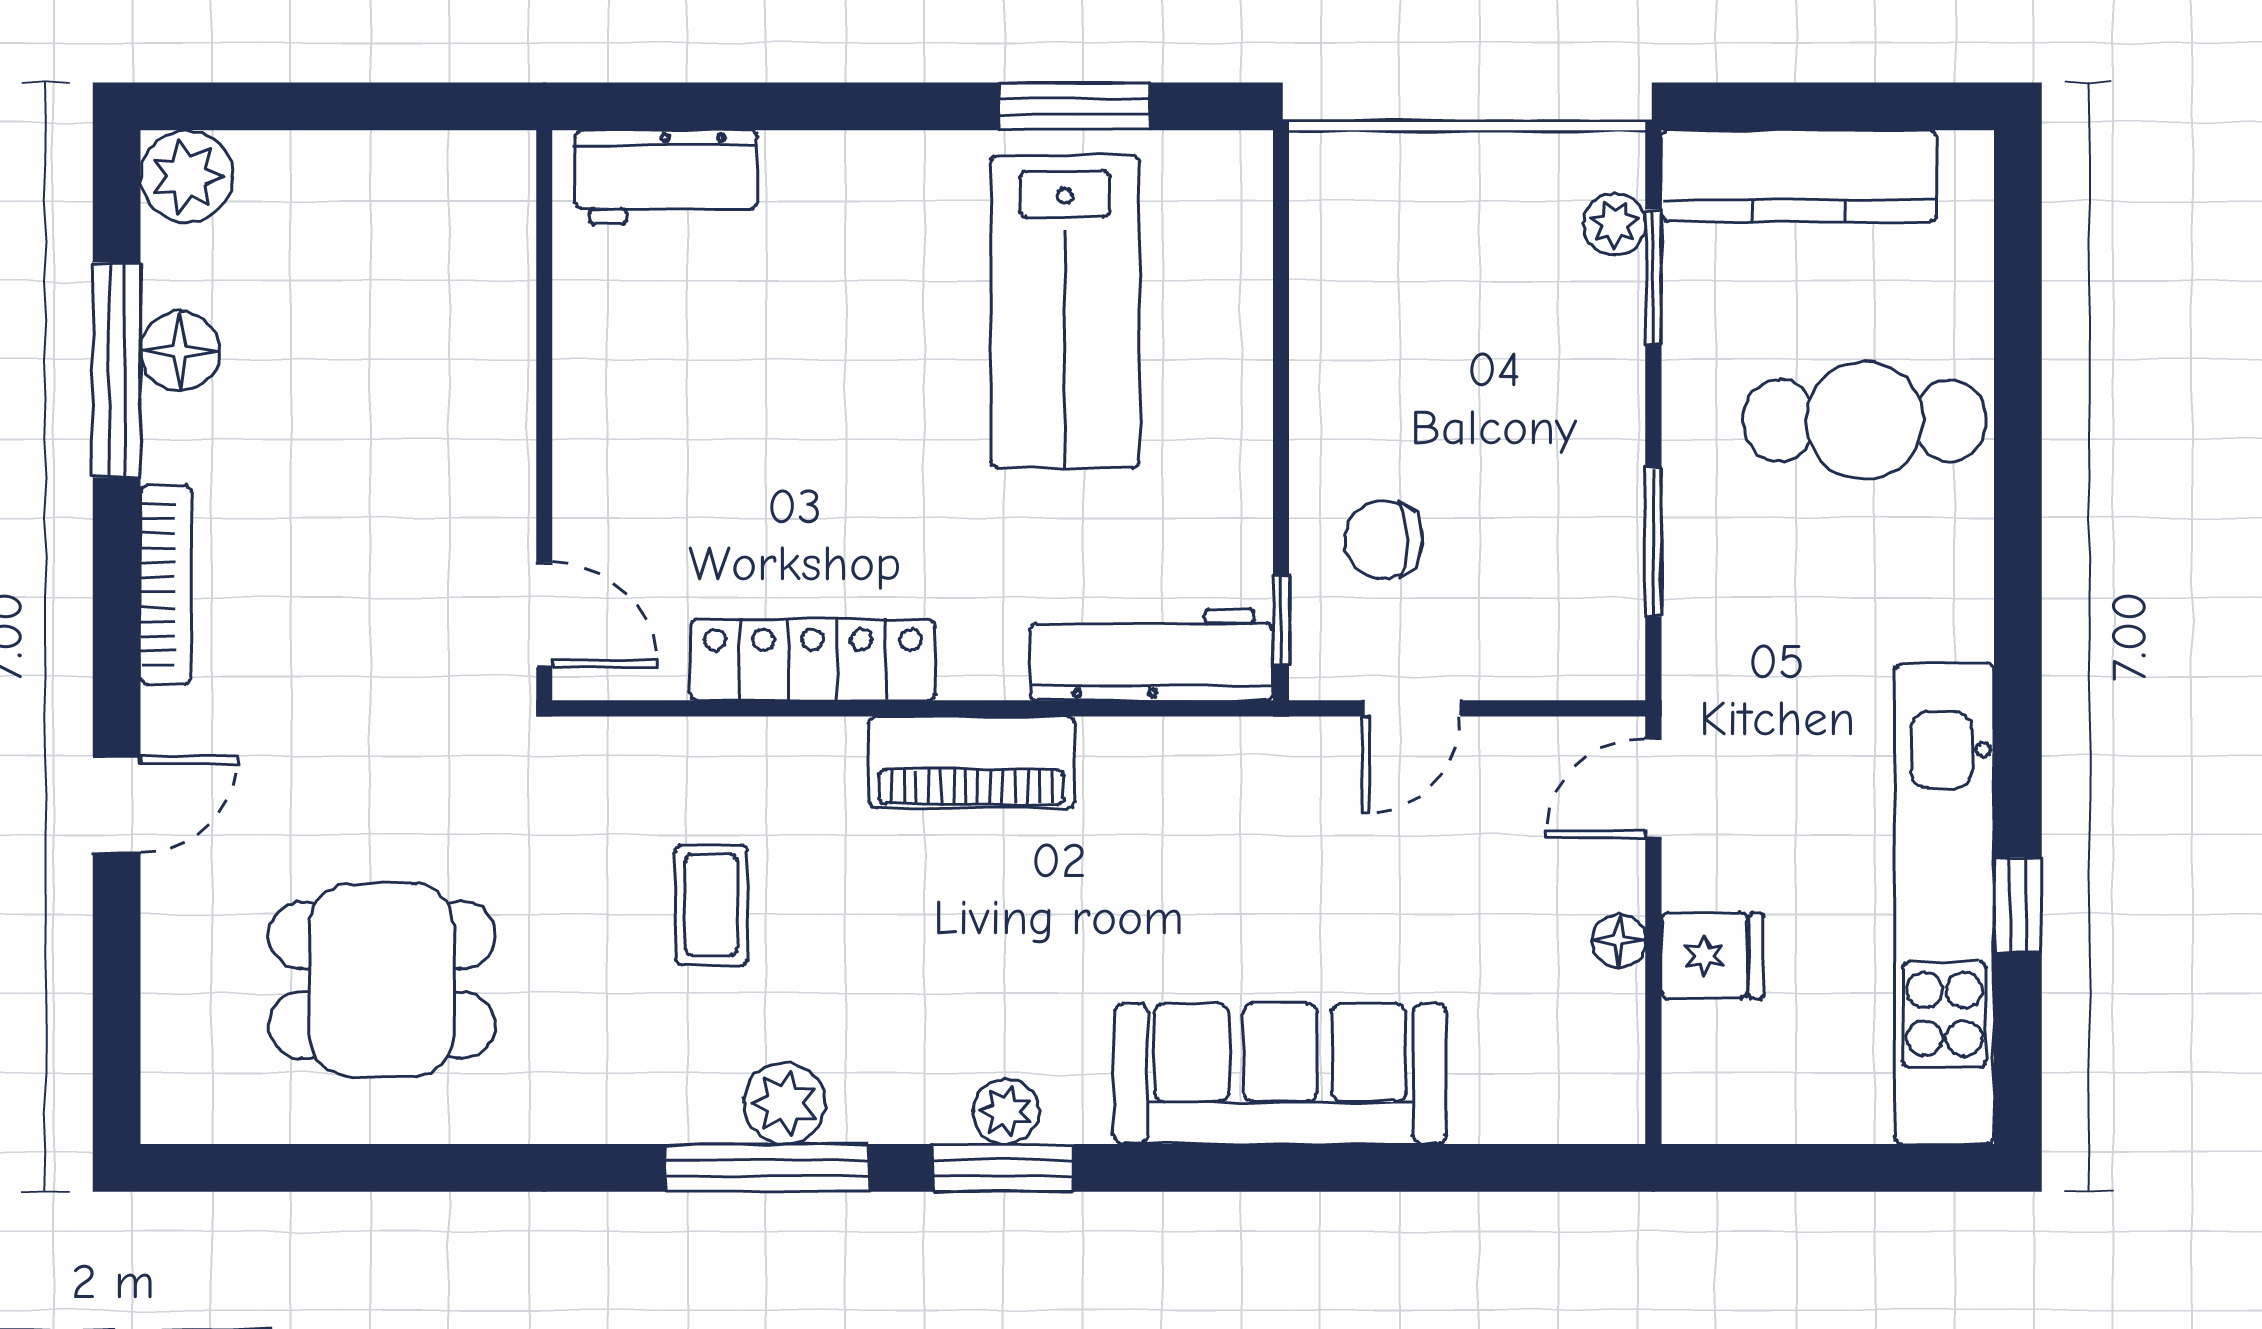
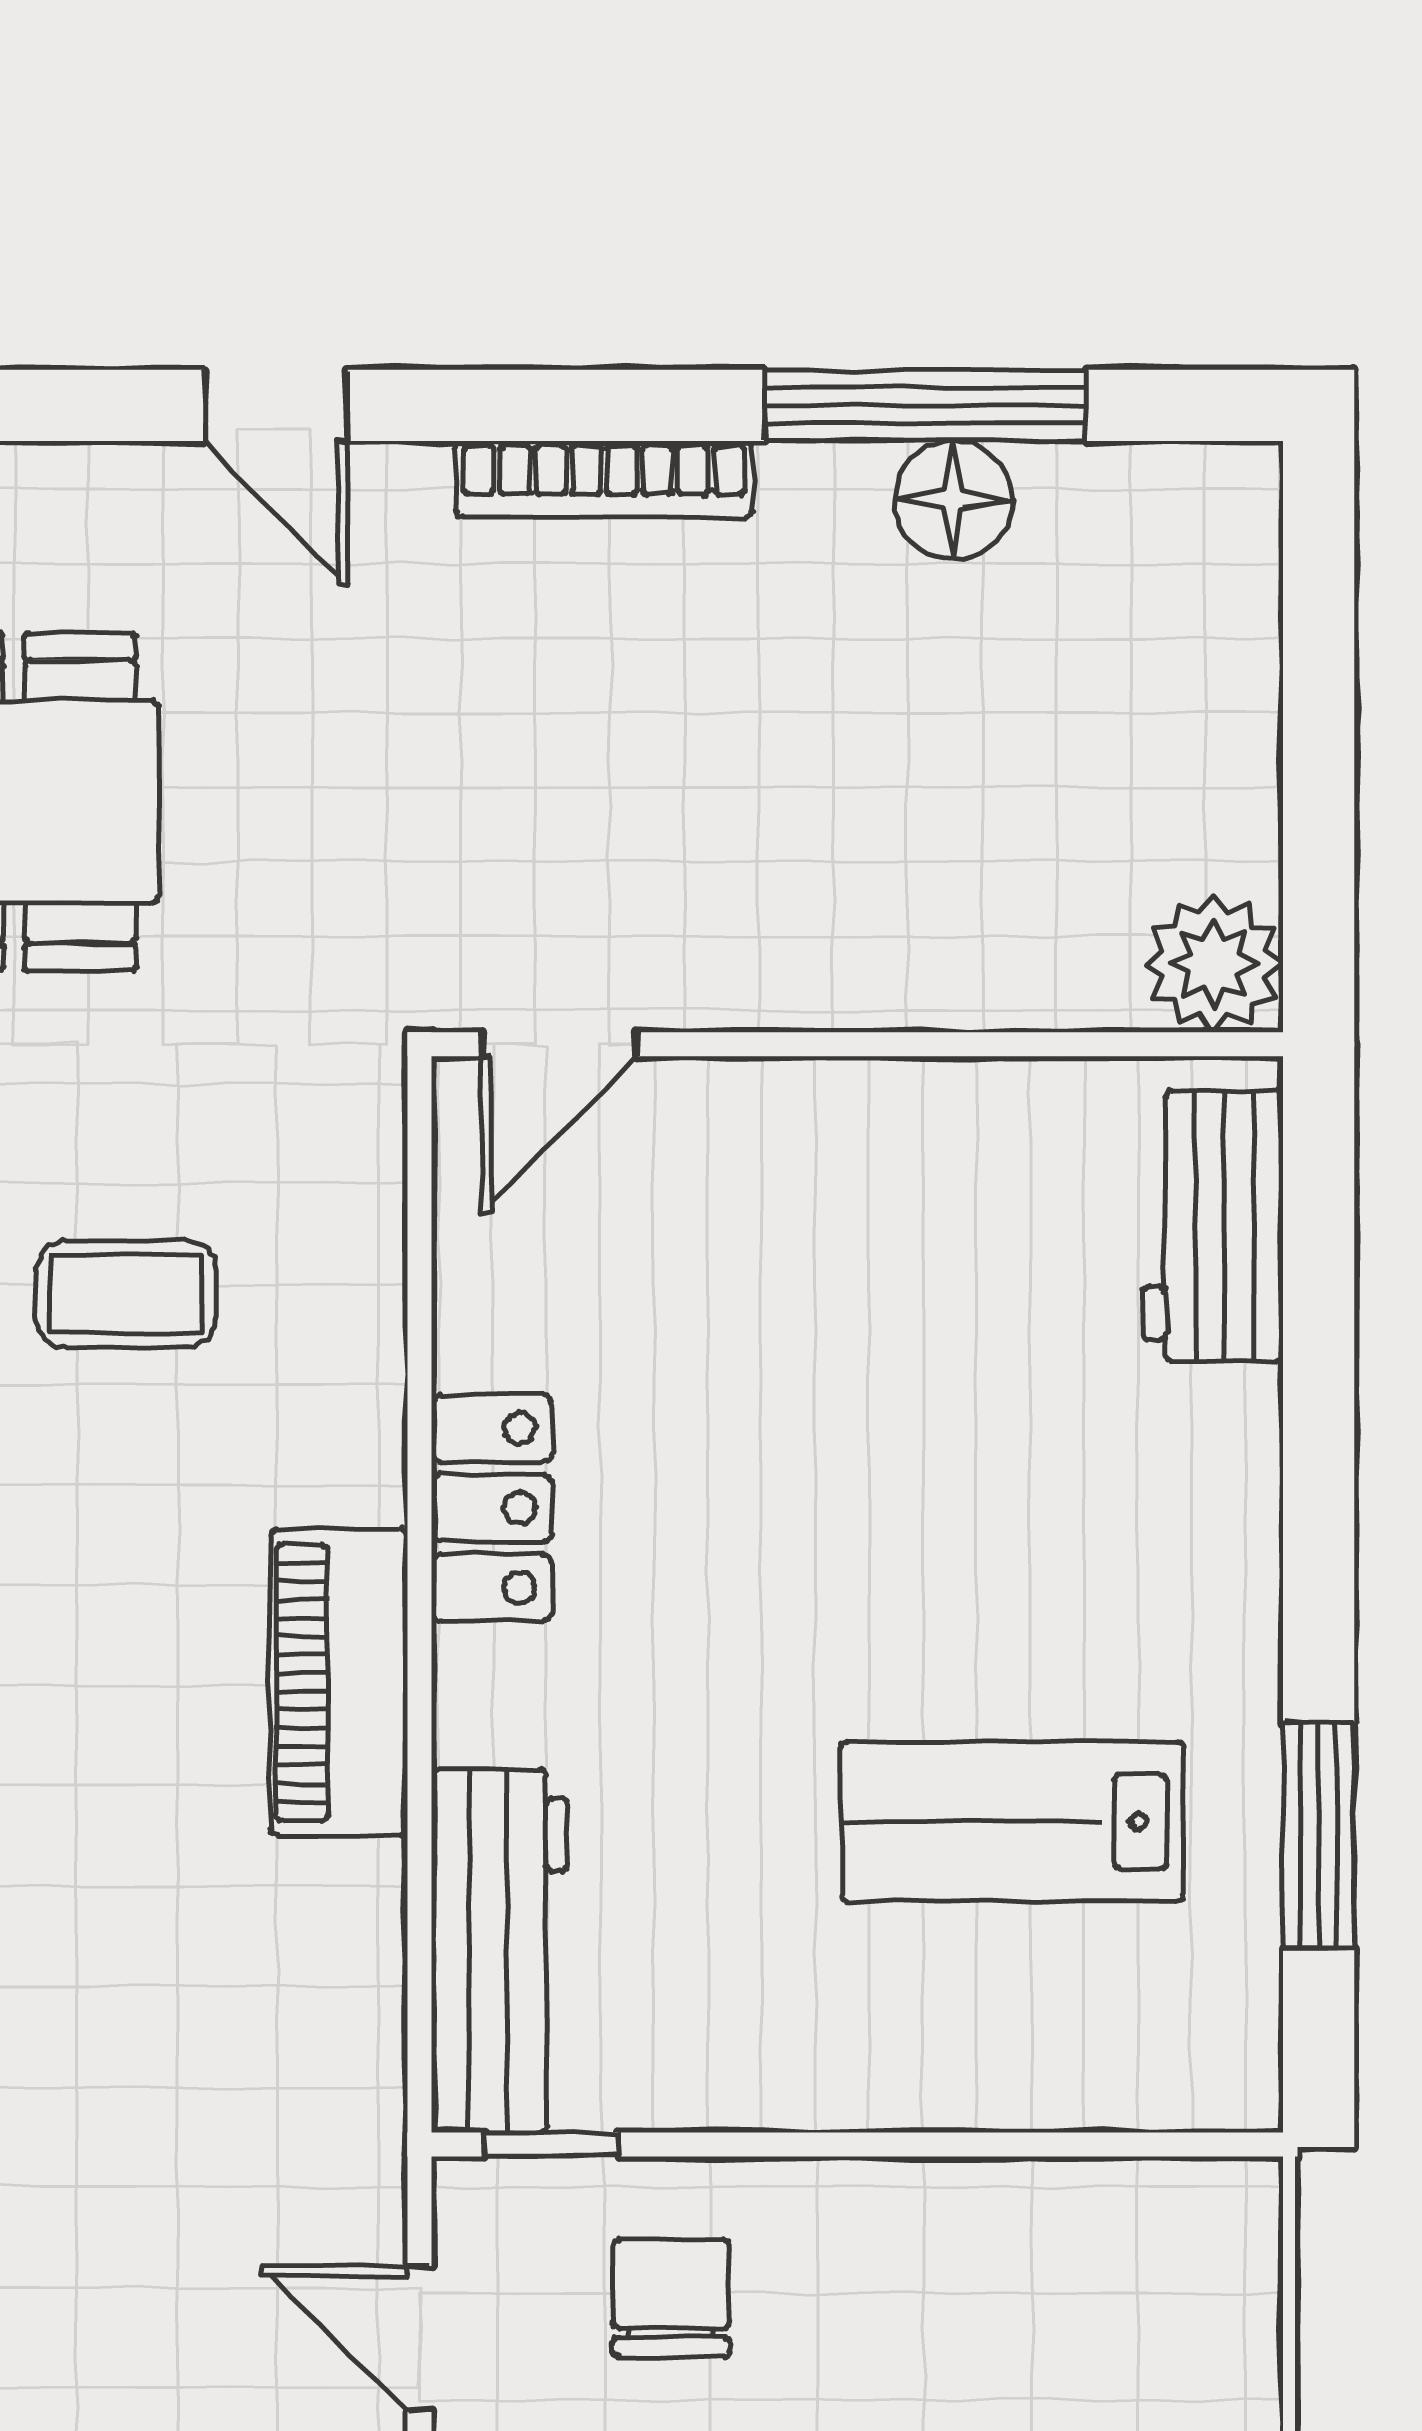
plant: (187, 176) -> (1214, 963), moved
lab bench: (1065, 311) -> (1012, 1821), width x0.73, depth x0.72
locker: (813, 660) -> (492, 1508), width x0.66

